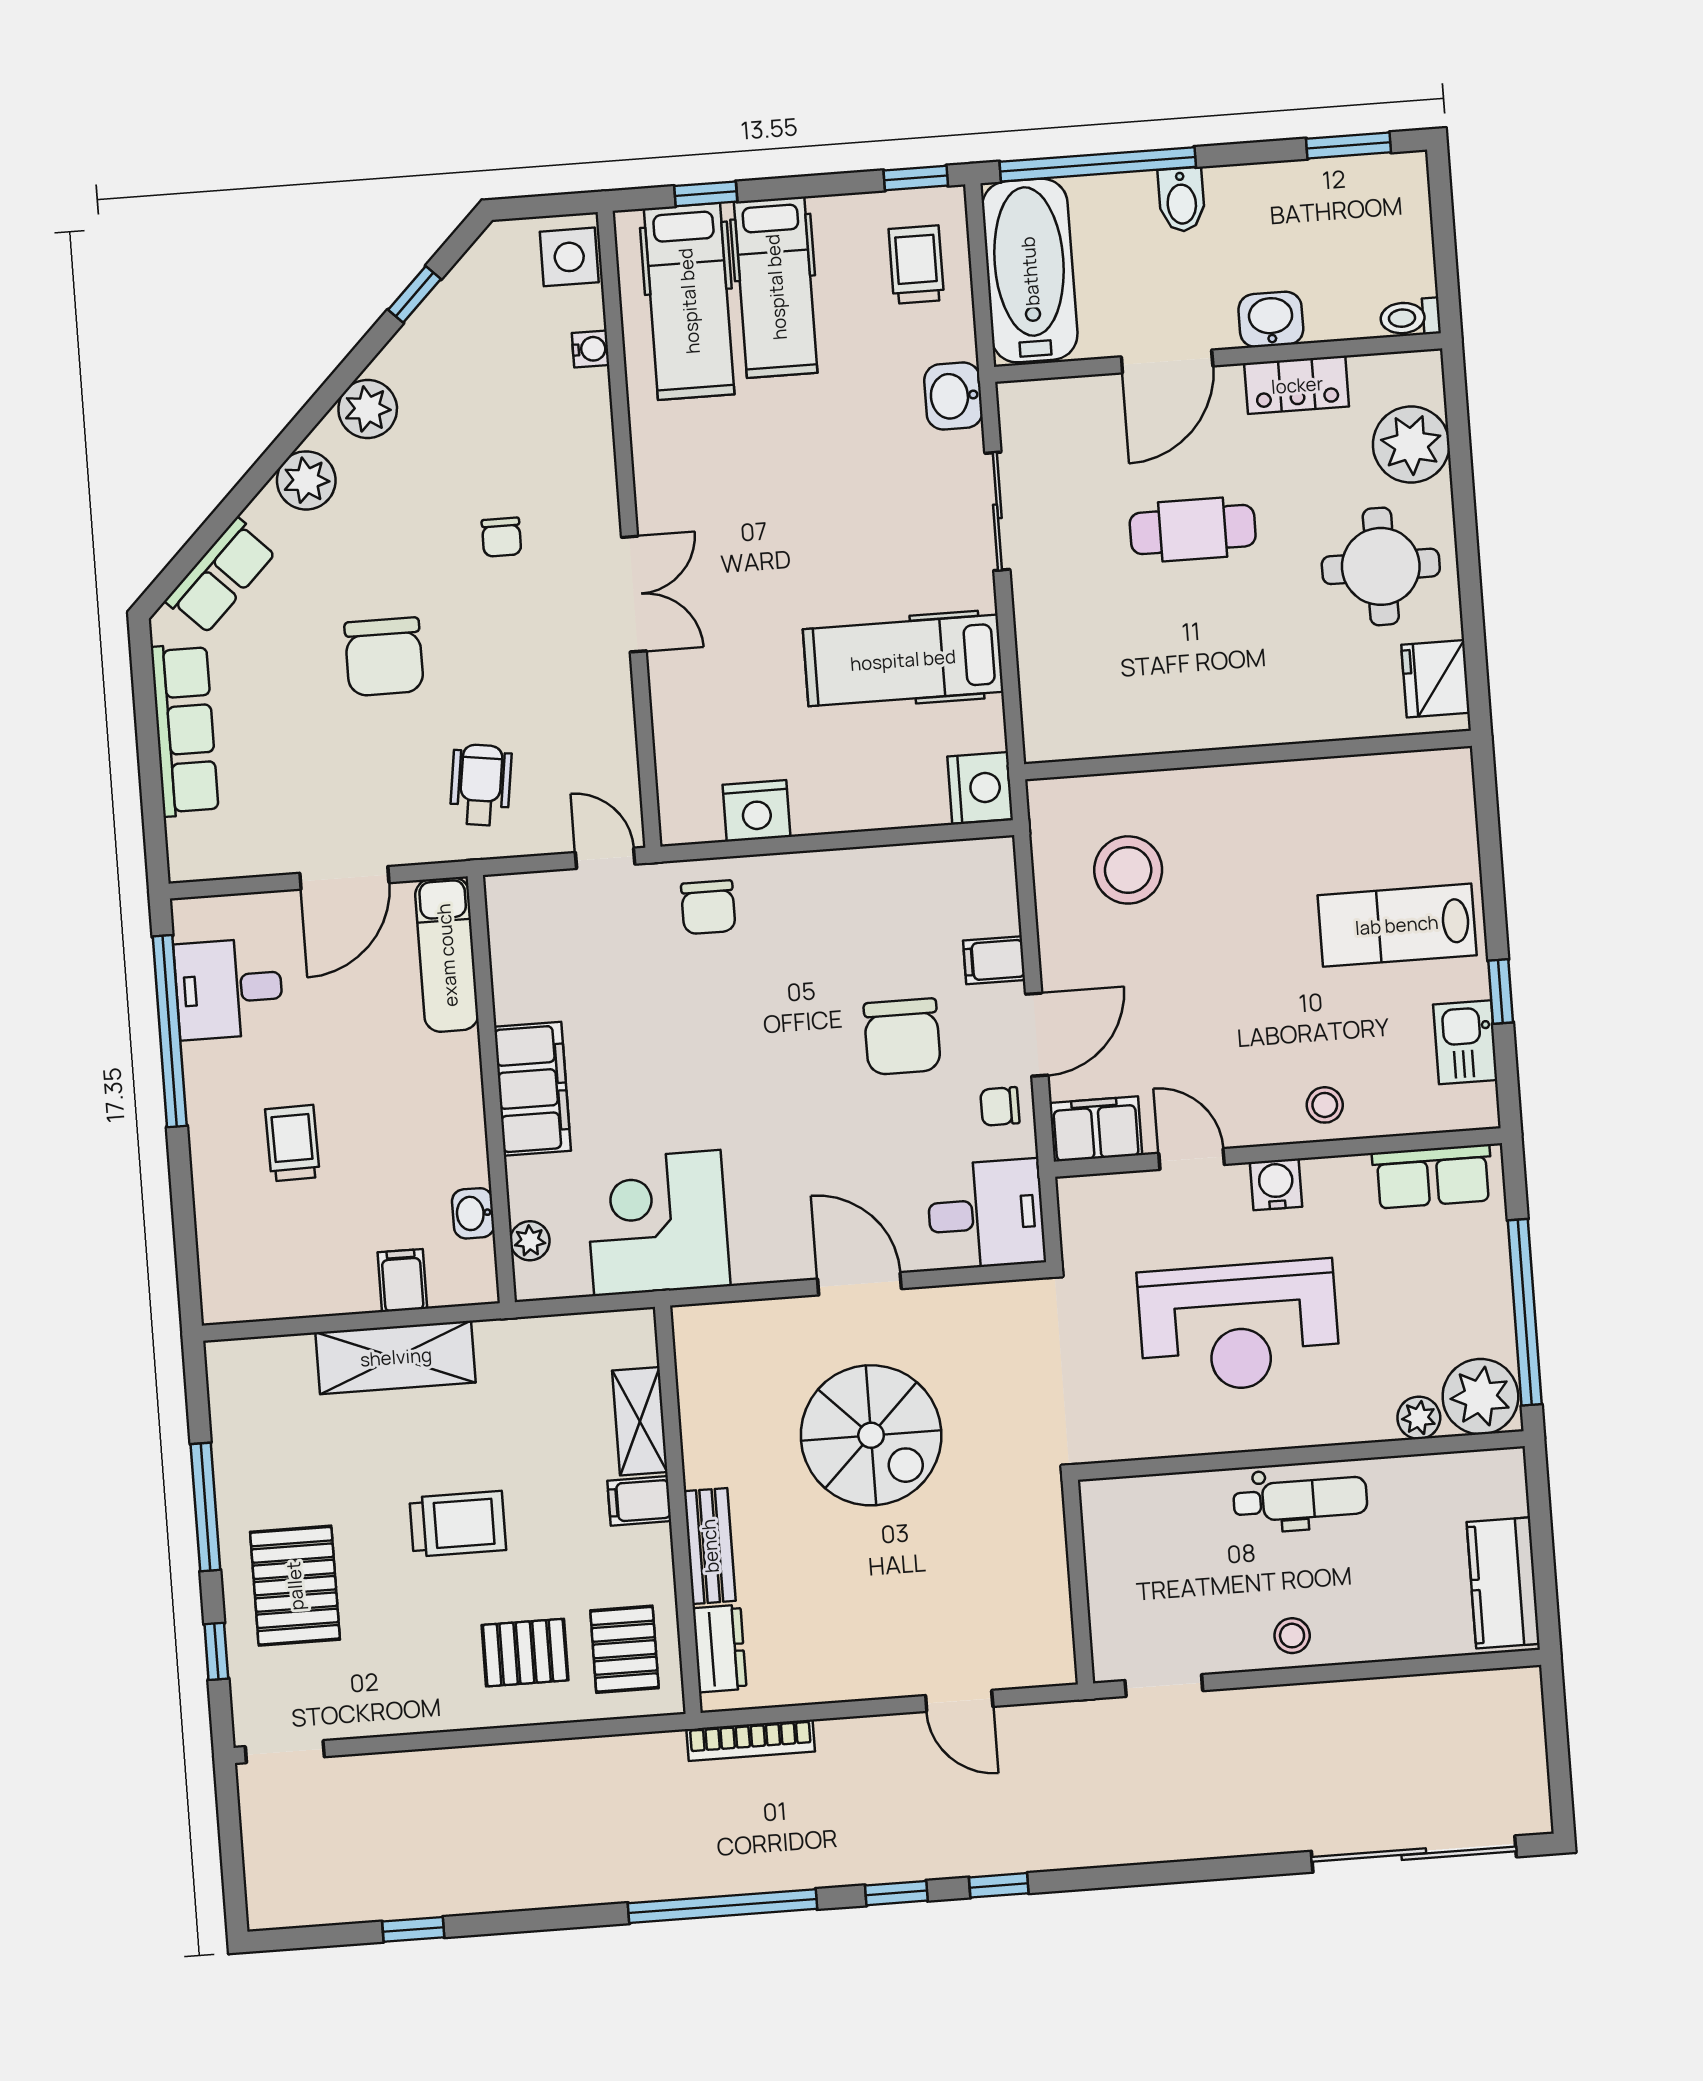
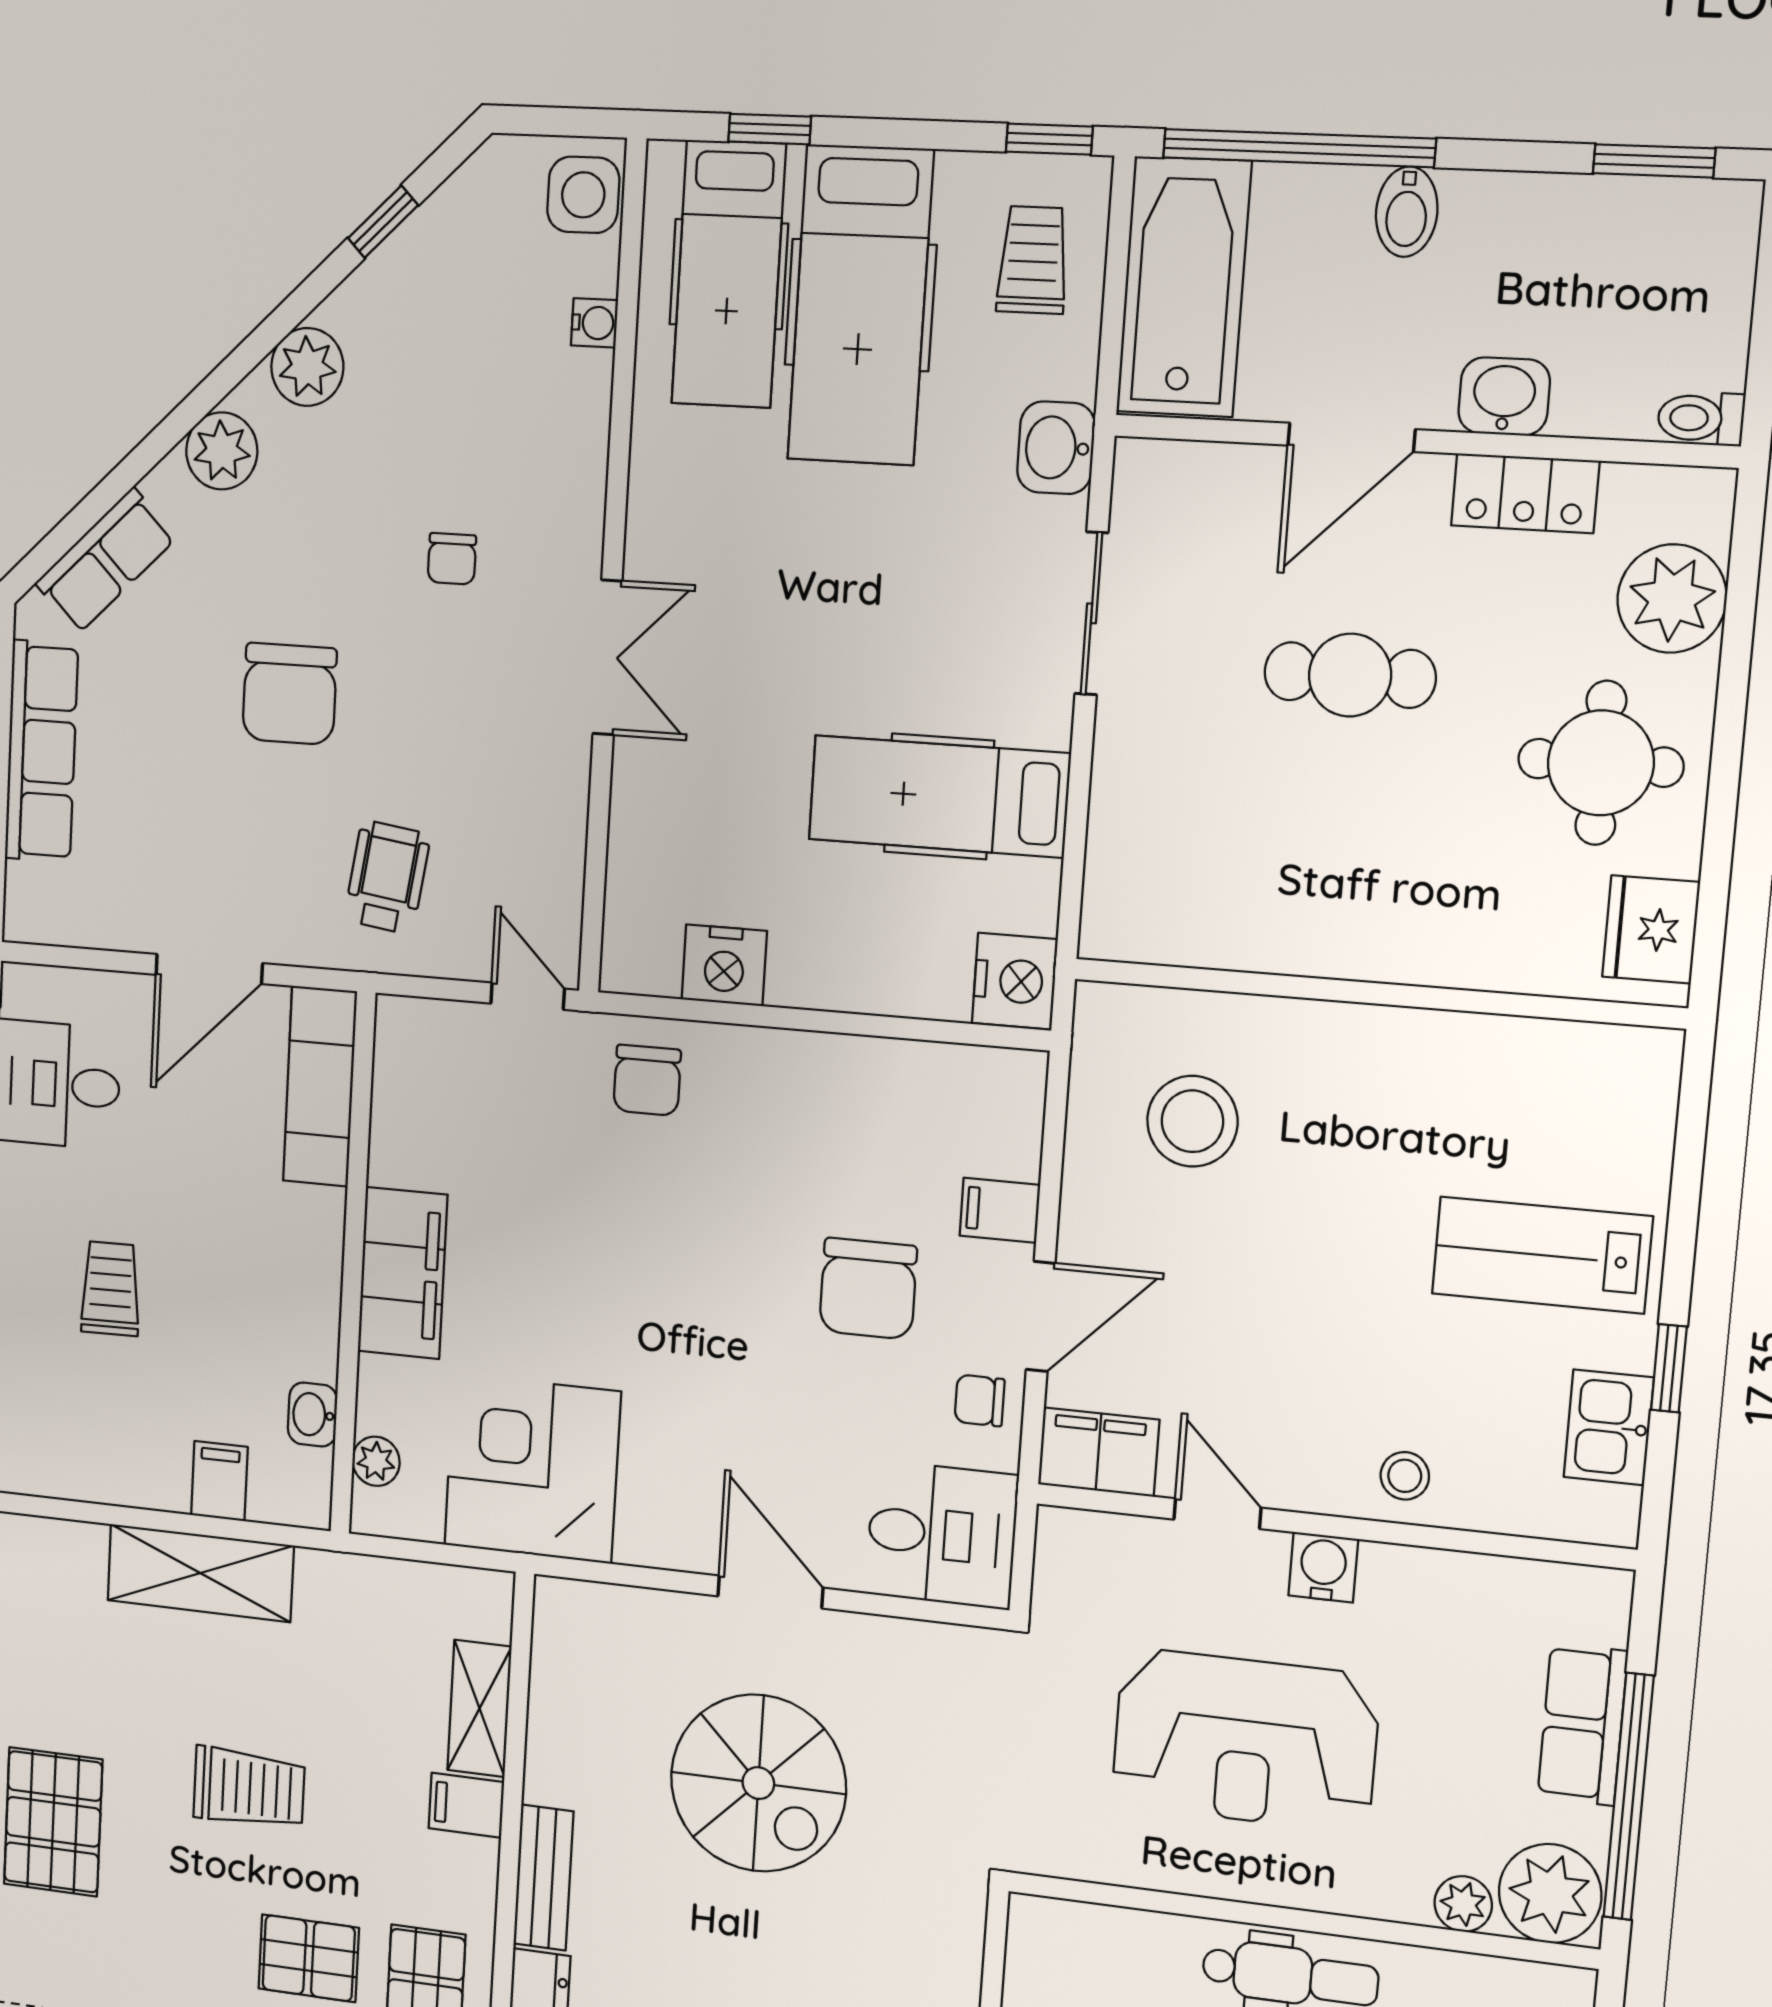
hospital bed: (776, 287) -> (860, 305), width x1.37, depth x1.29
row of seats: (1433, 1177) -> (1583, 1724), moved, turned 90

